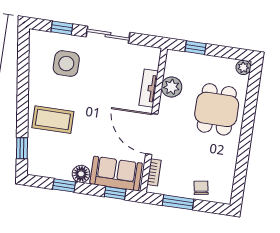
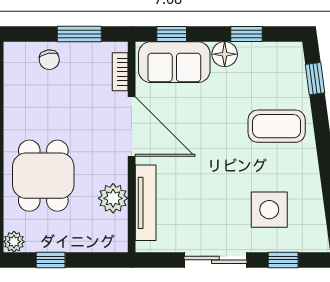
window: (196, 48) -> (51, 260), moved
tv unit: (149, 88) -> (146, 203), width x1.41

